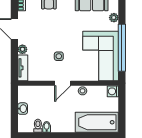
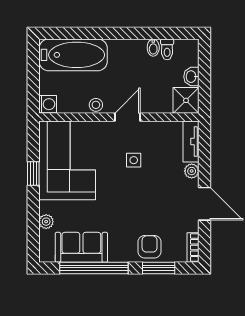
window: (122, 48) -> (33, 173), width x0.32
shower: (26, 94) -> (186, 100), added

